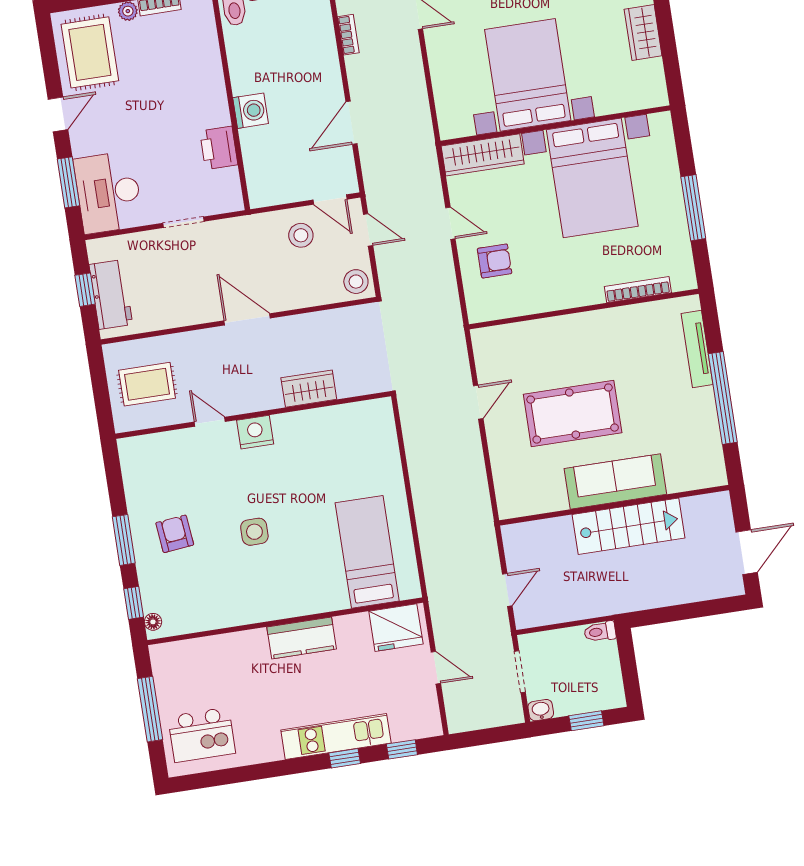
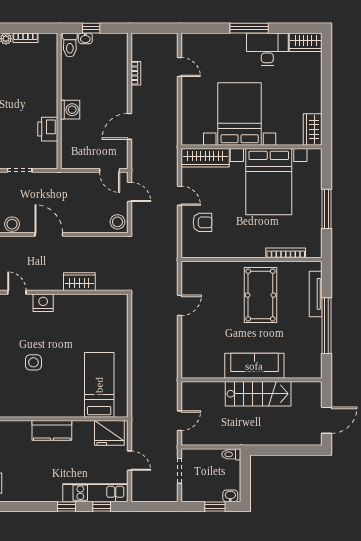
wardrobe: (643, 33) -> (313, 130), moved
stool: (301, 235) -> (12, 224), moved
pool table: (573, 414) -> (260, 295), moved, turned 90
washbasin: (541, 710) -> (230, 496), moved
kitchen unit: (336, 737) -> (95, 493), moved

